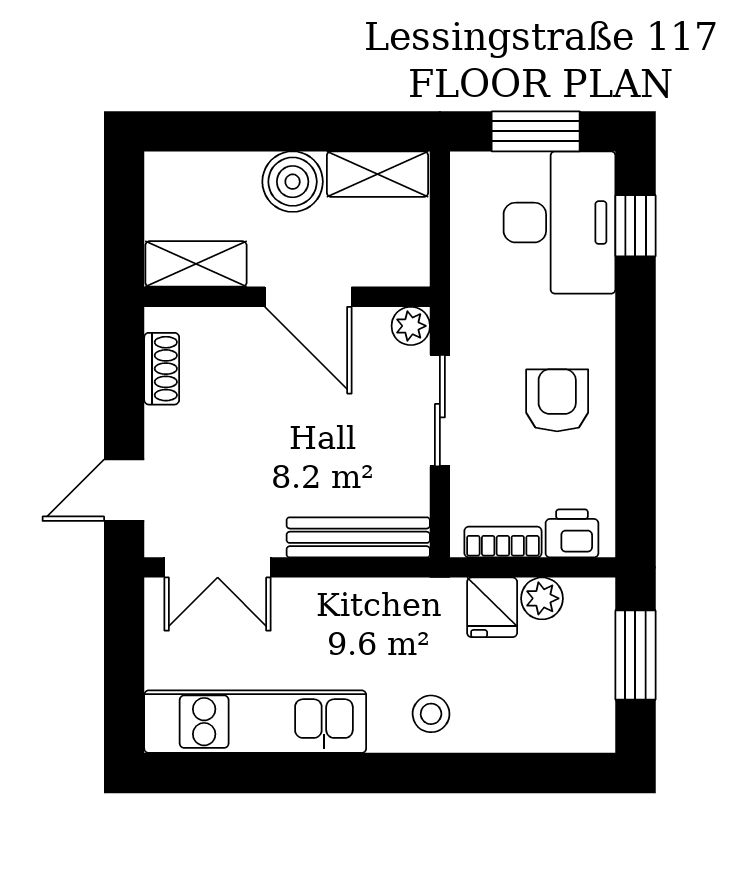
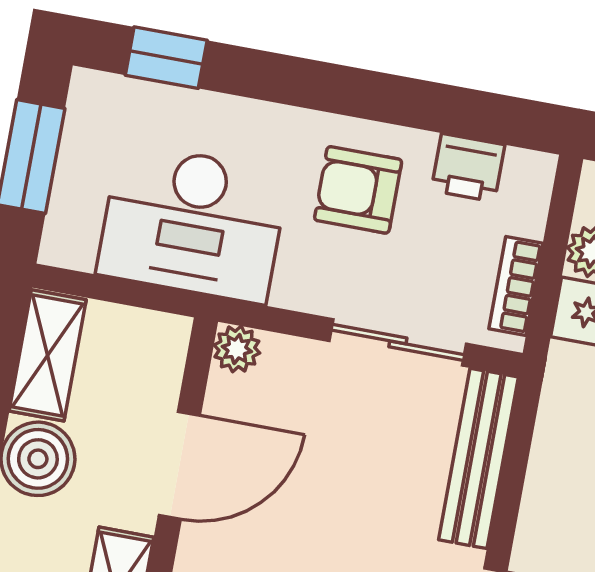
desk: (560, 223) -> (193, 223), moved, turned 180
sliding door: (440, 411) -> (398, 342), moved
printer: (572, 533) -> (468, 168), moved, turned -90

